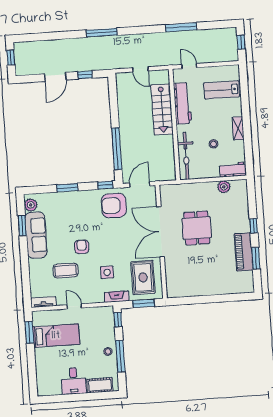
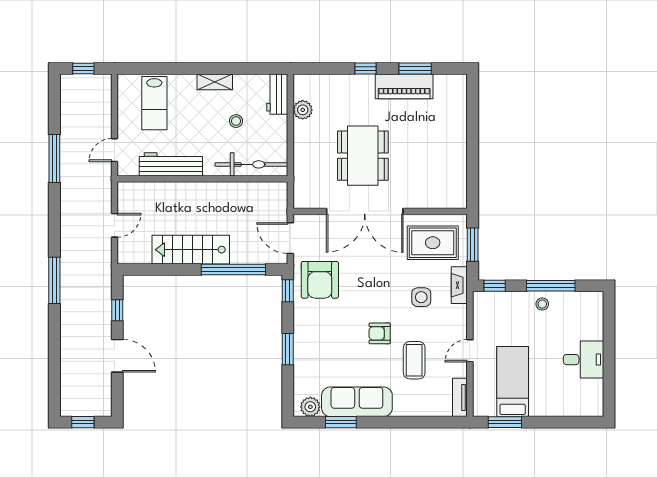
stairs: (162, 109) -> (191, 250), moved, turned 180
dining table: (197, 228) -> (363, 156), width x1.38
cot: (100, 385) -> (593, 320), removed

